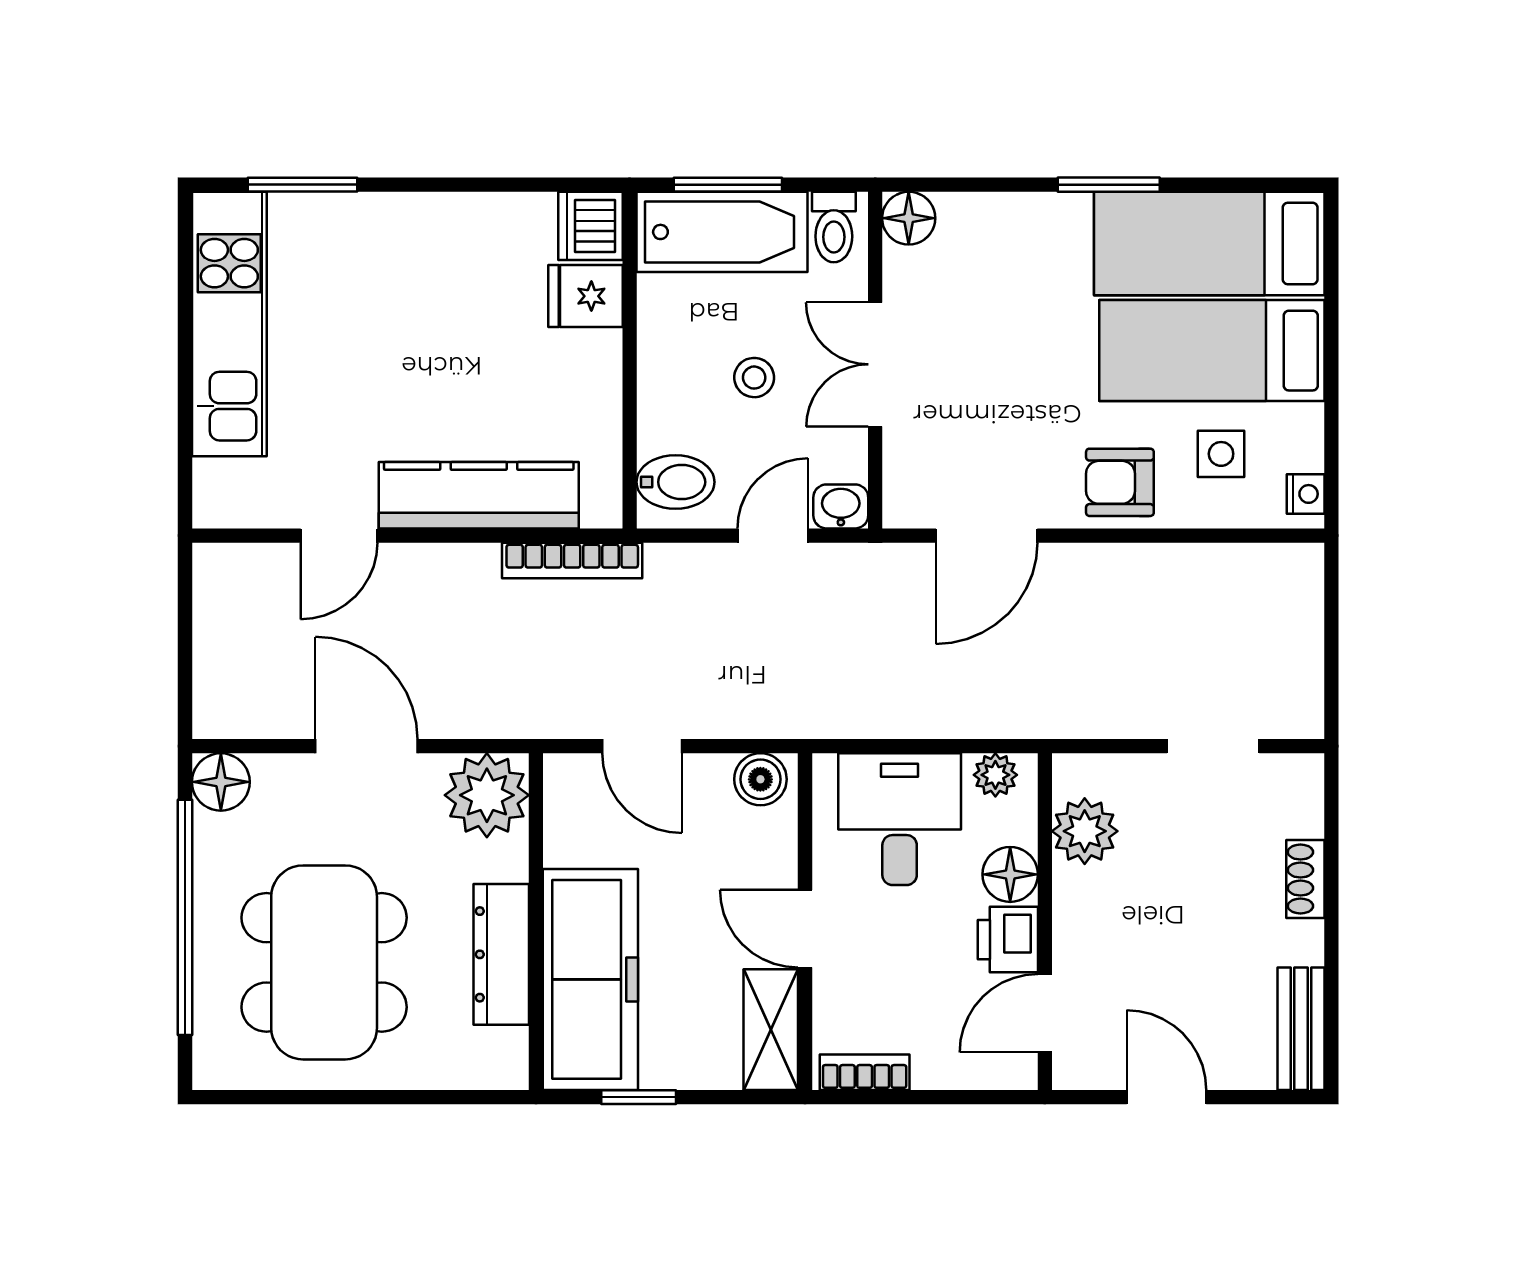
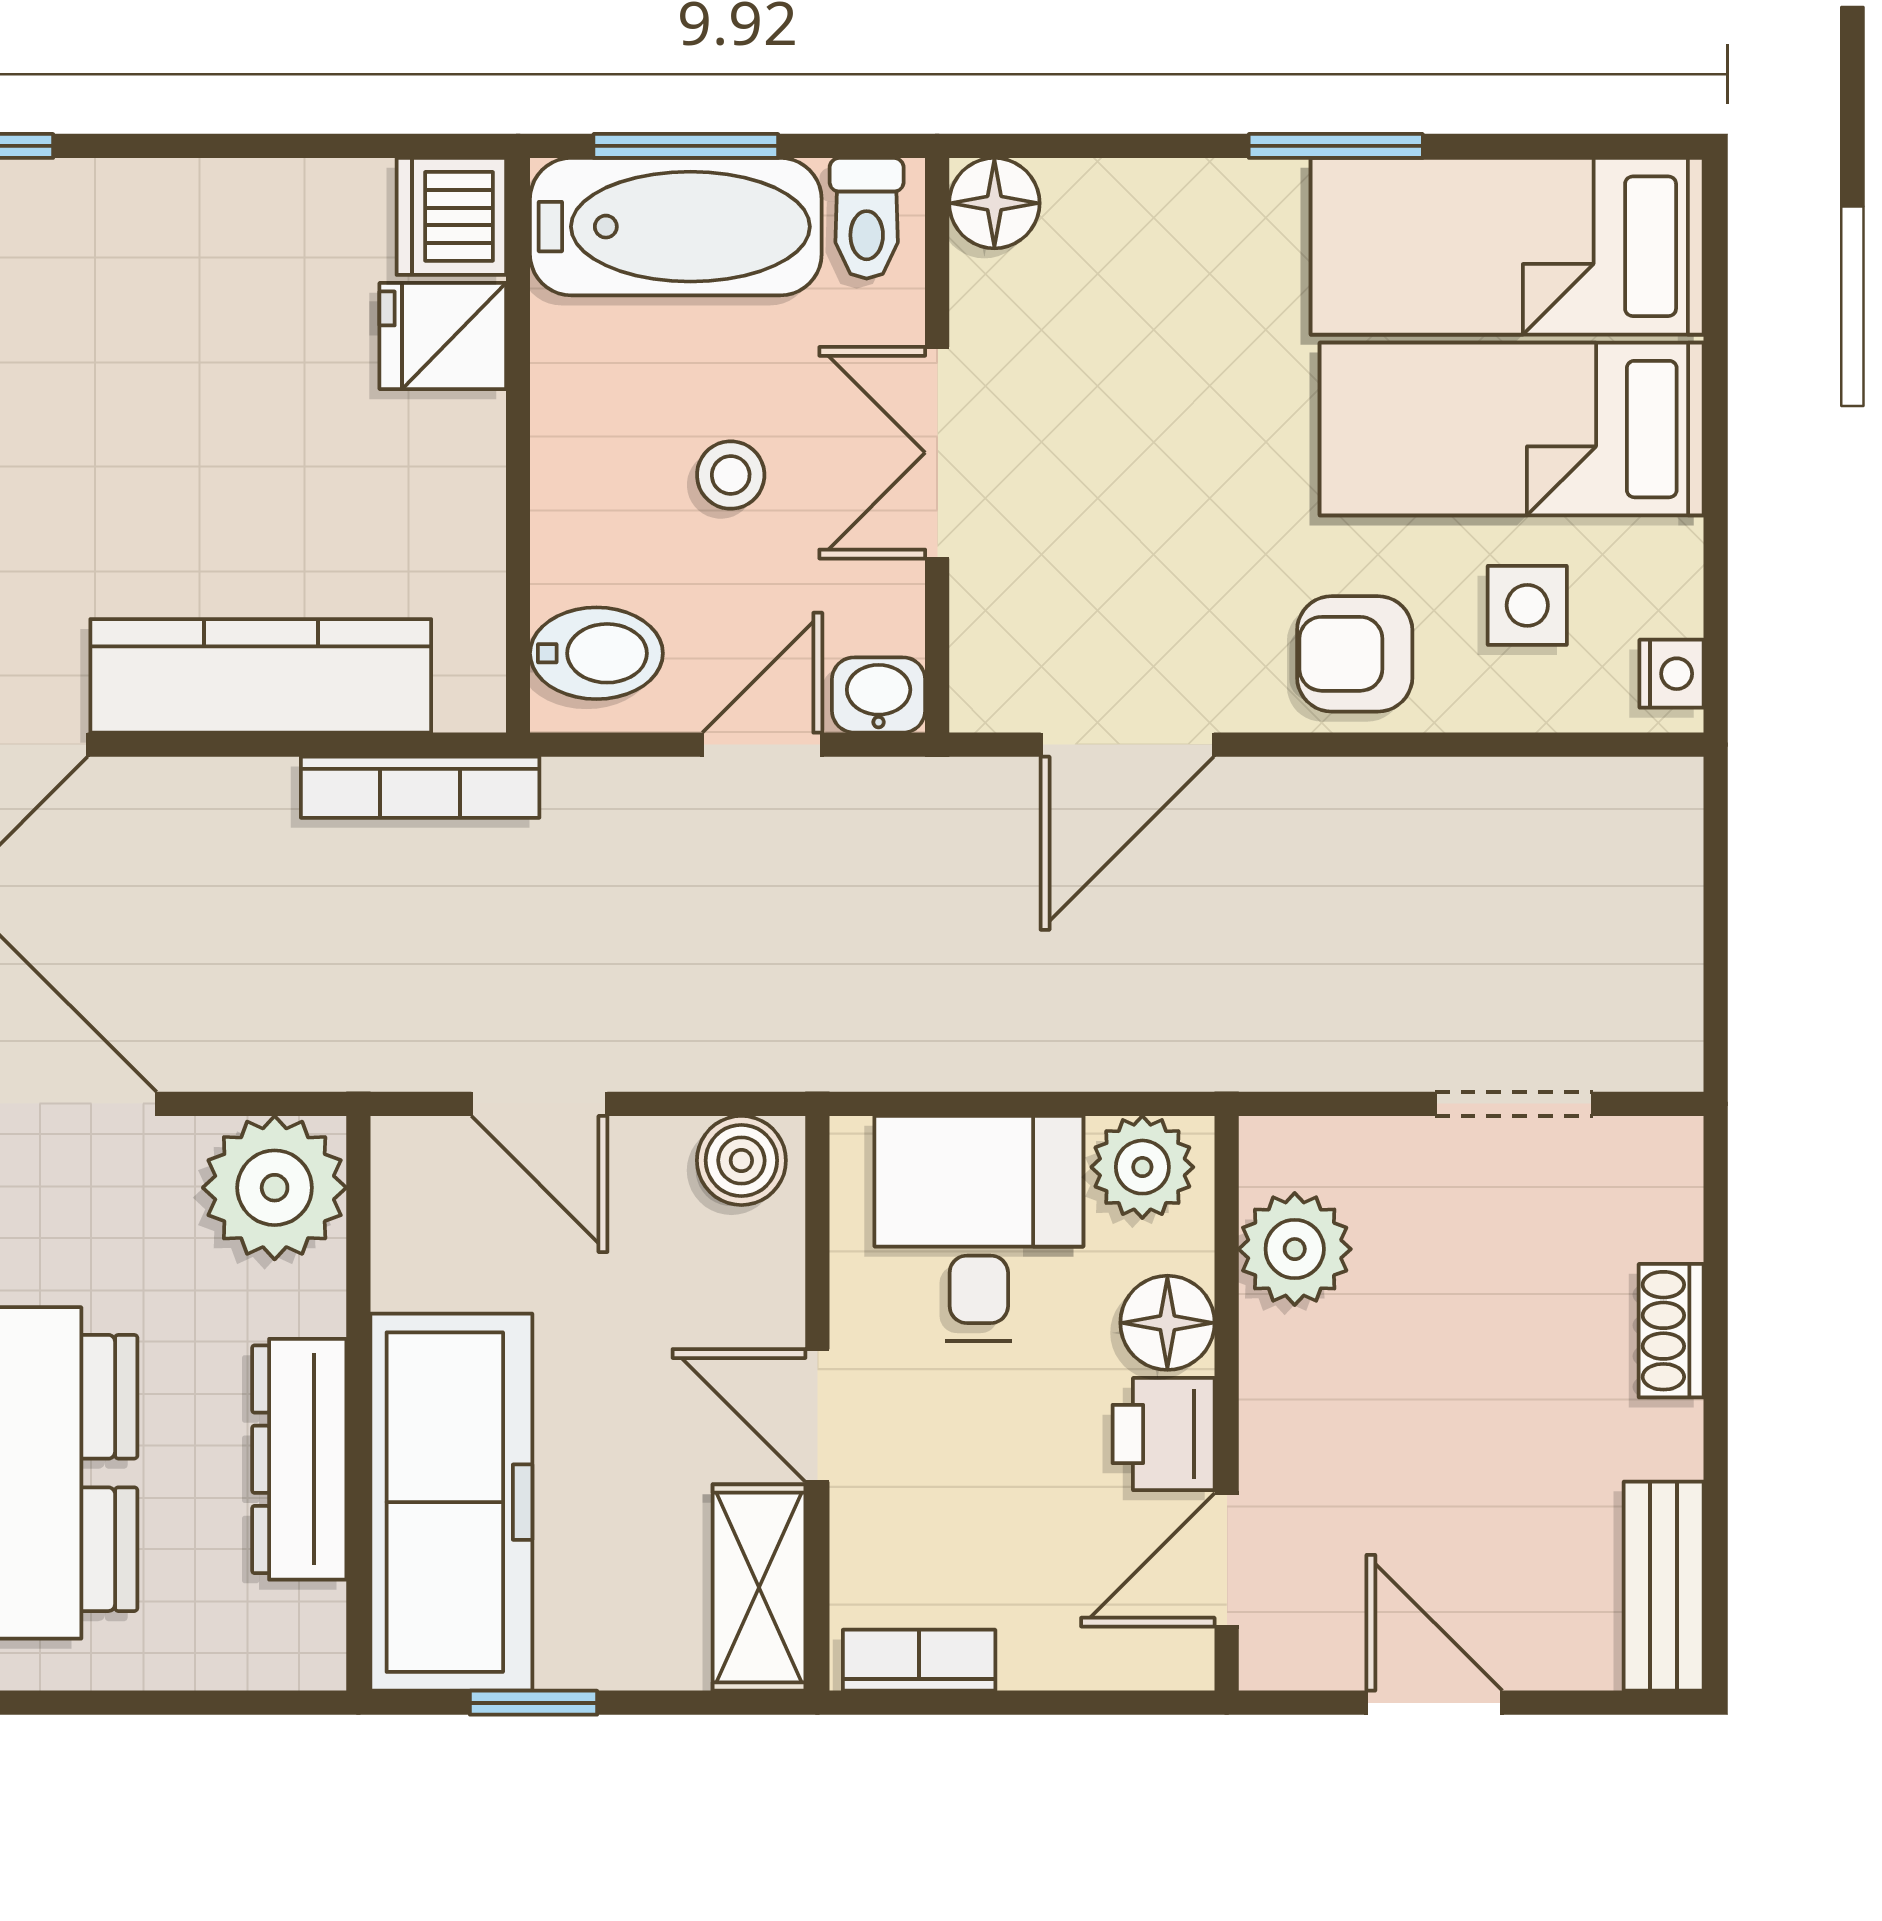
plant: (995, 775) -> (1142, 1167), width x1.38, depth x1.38

